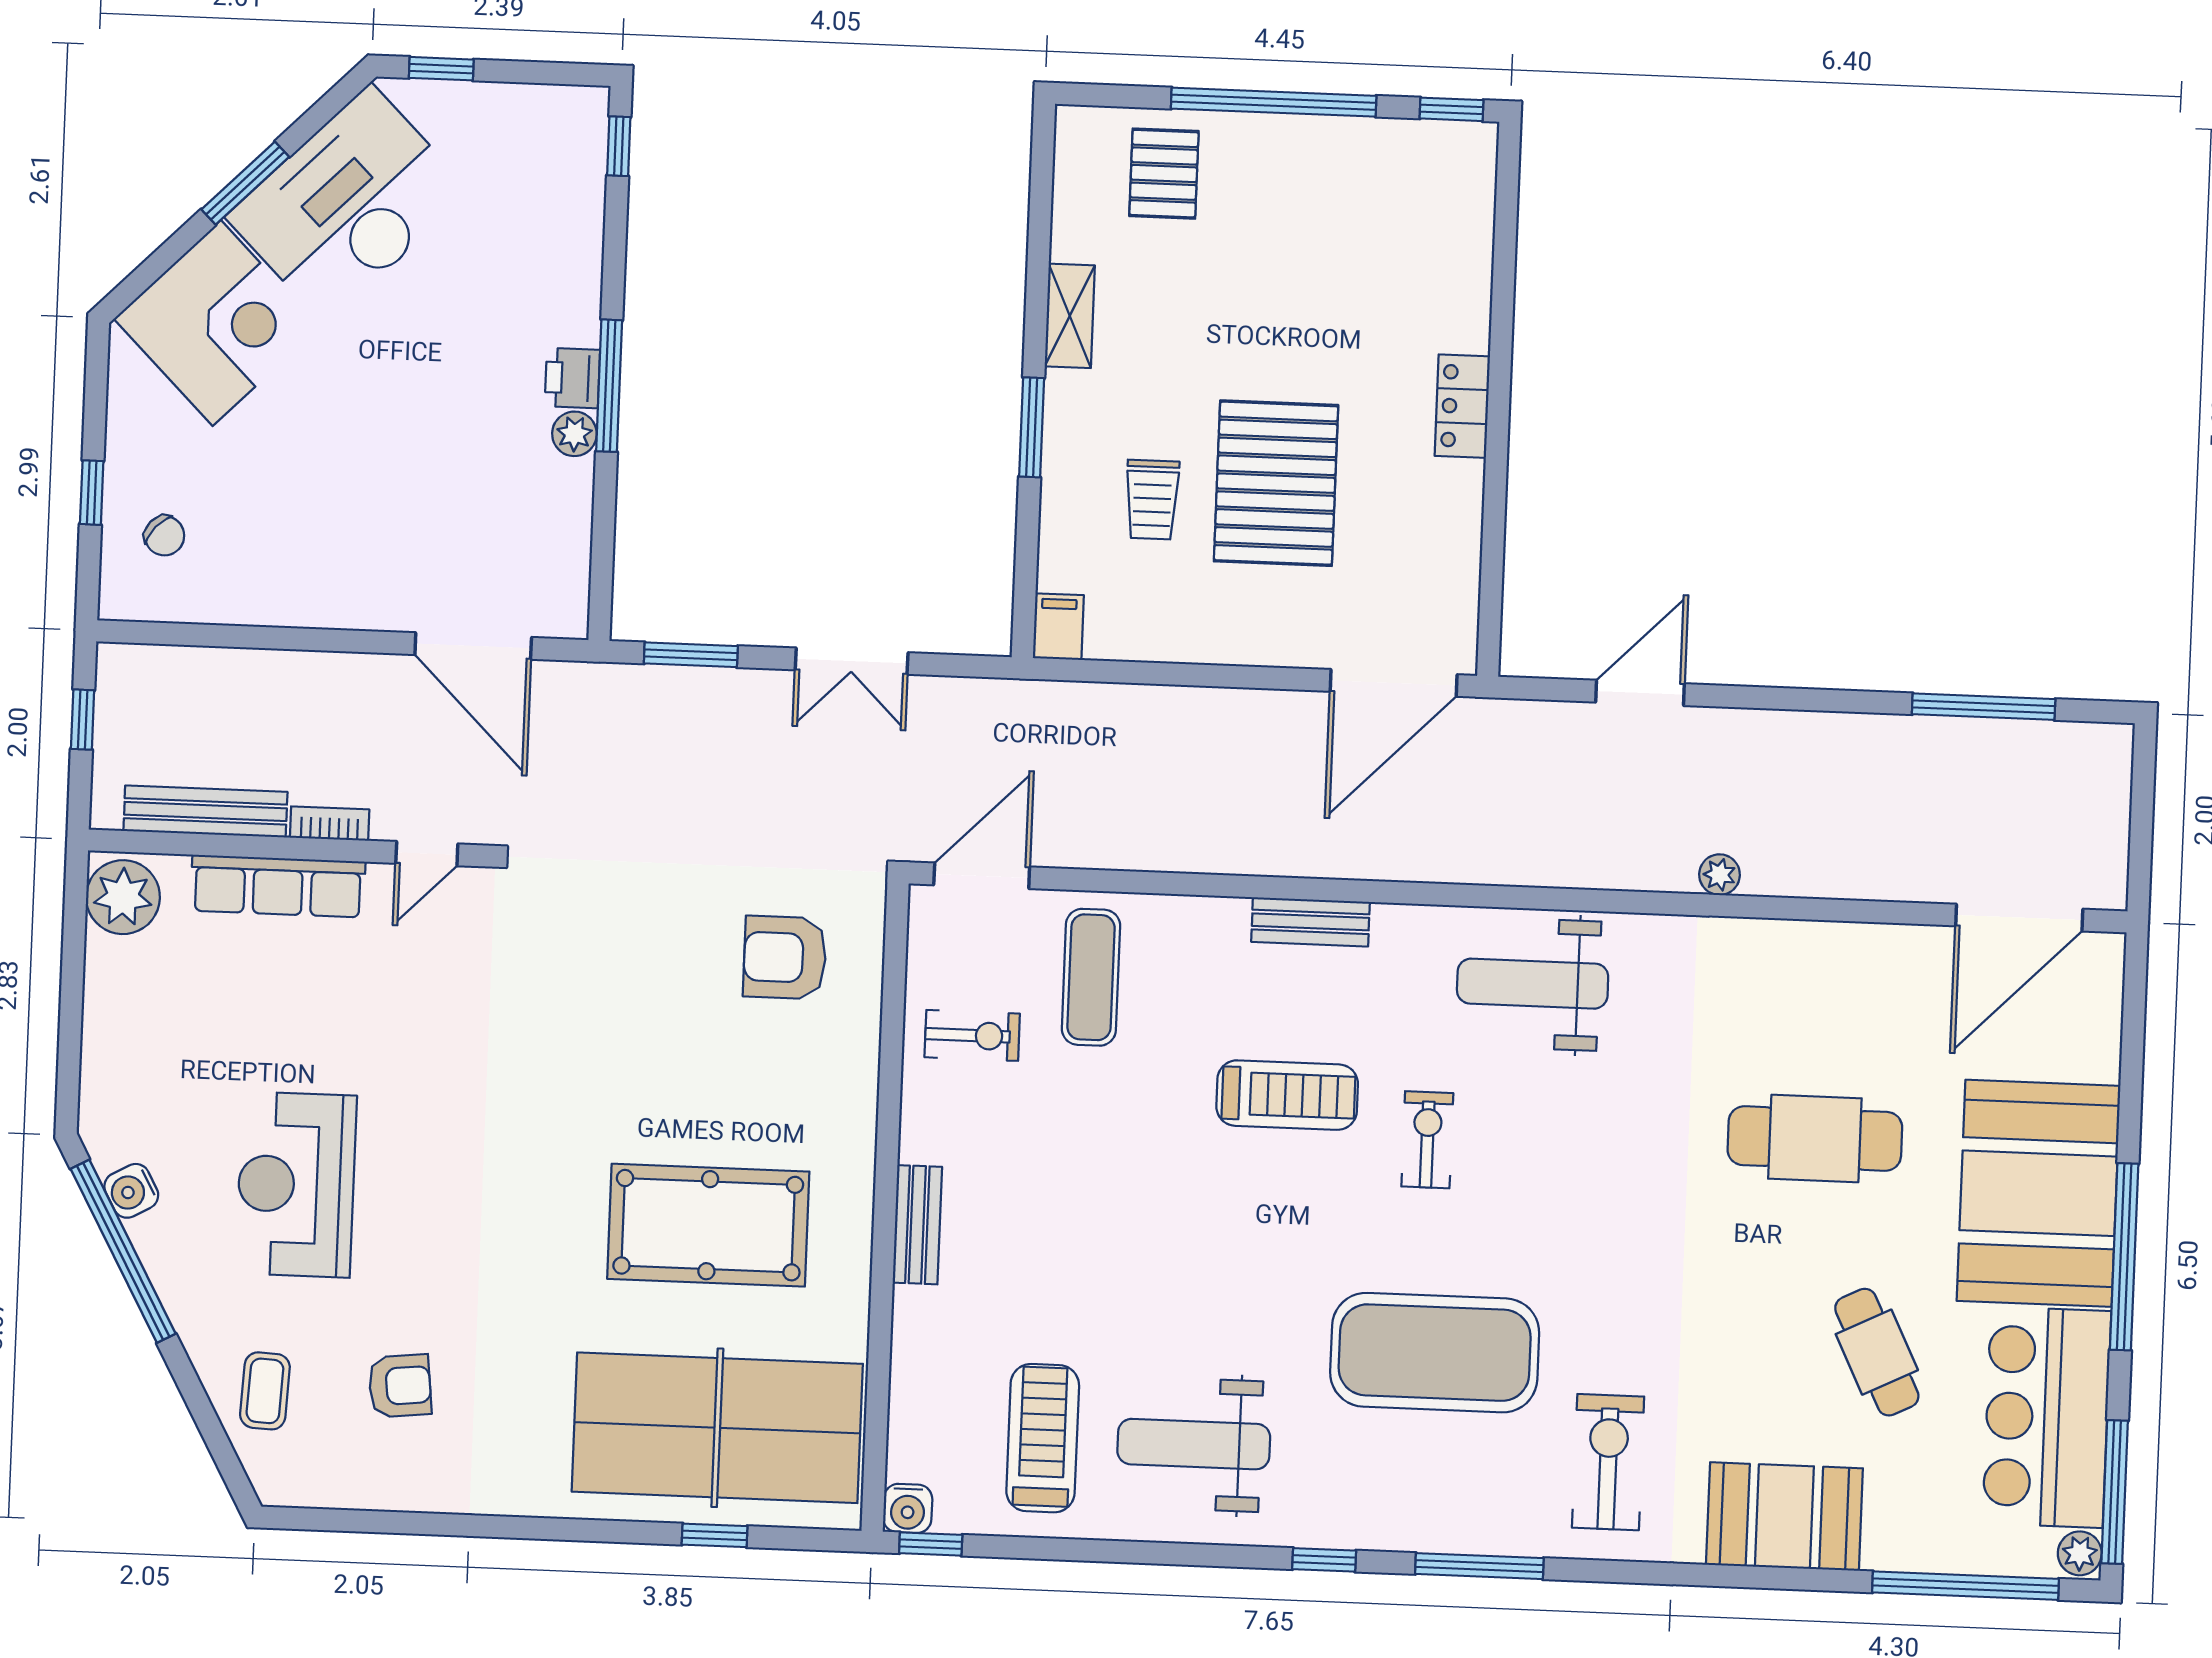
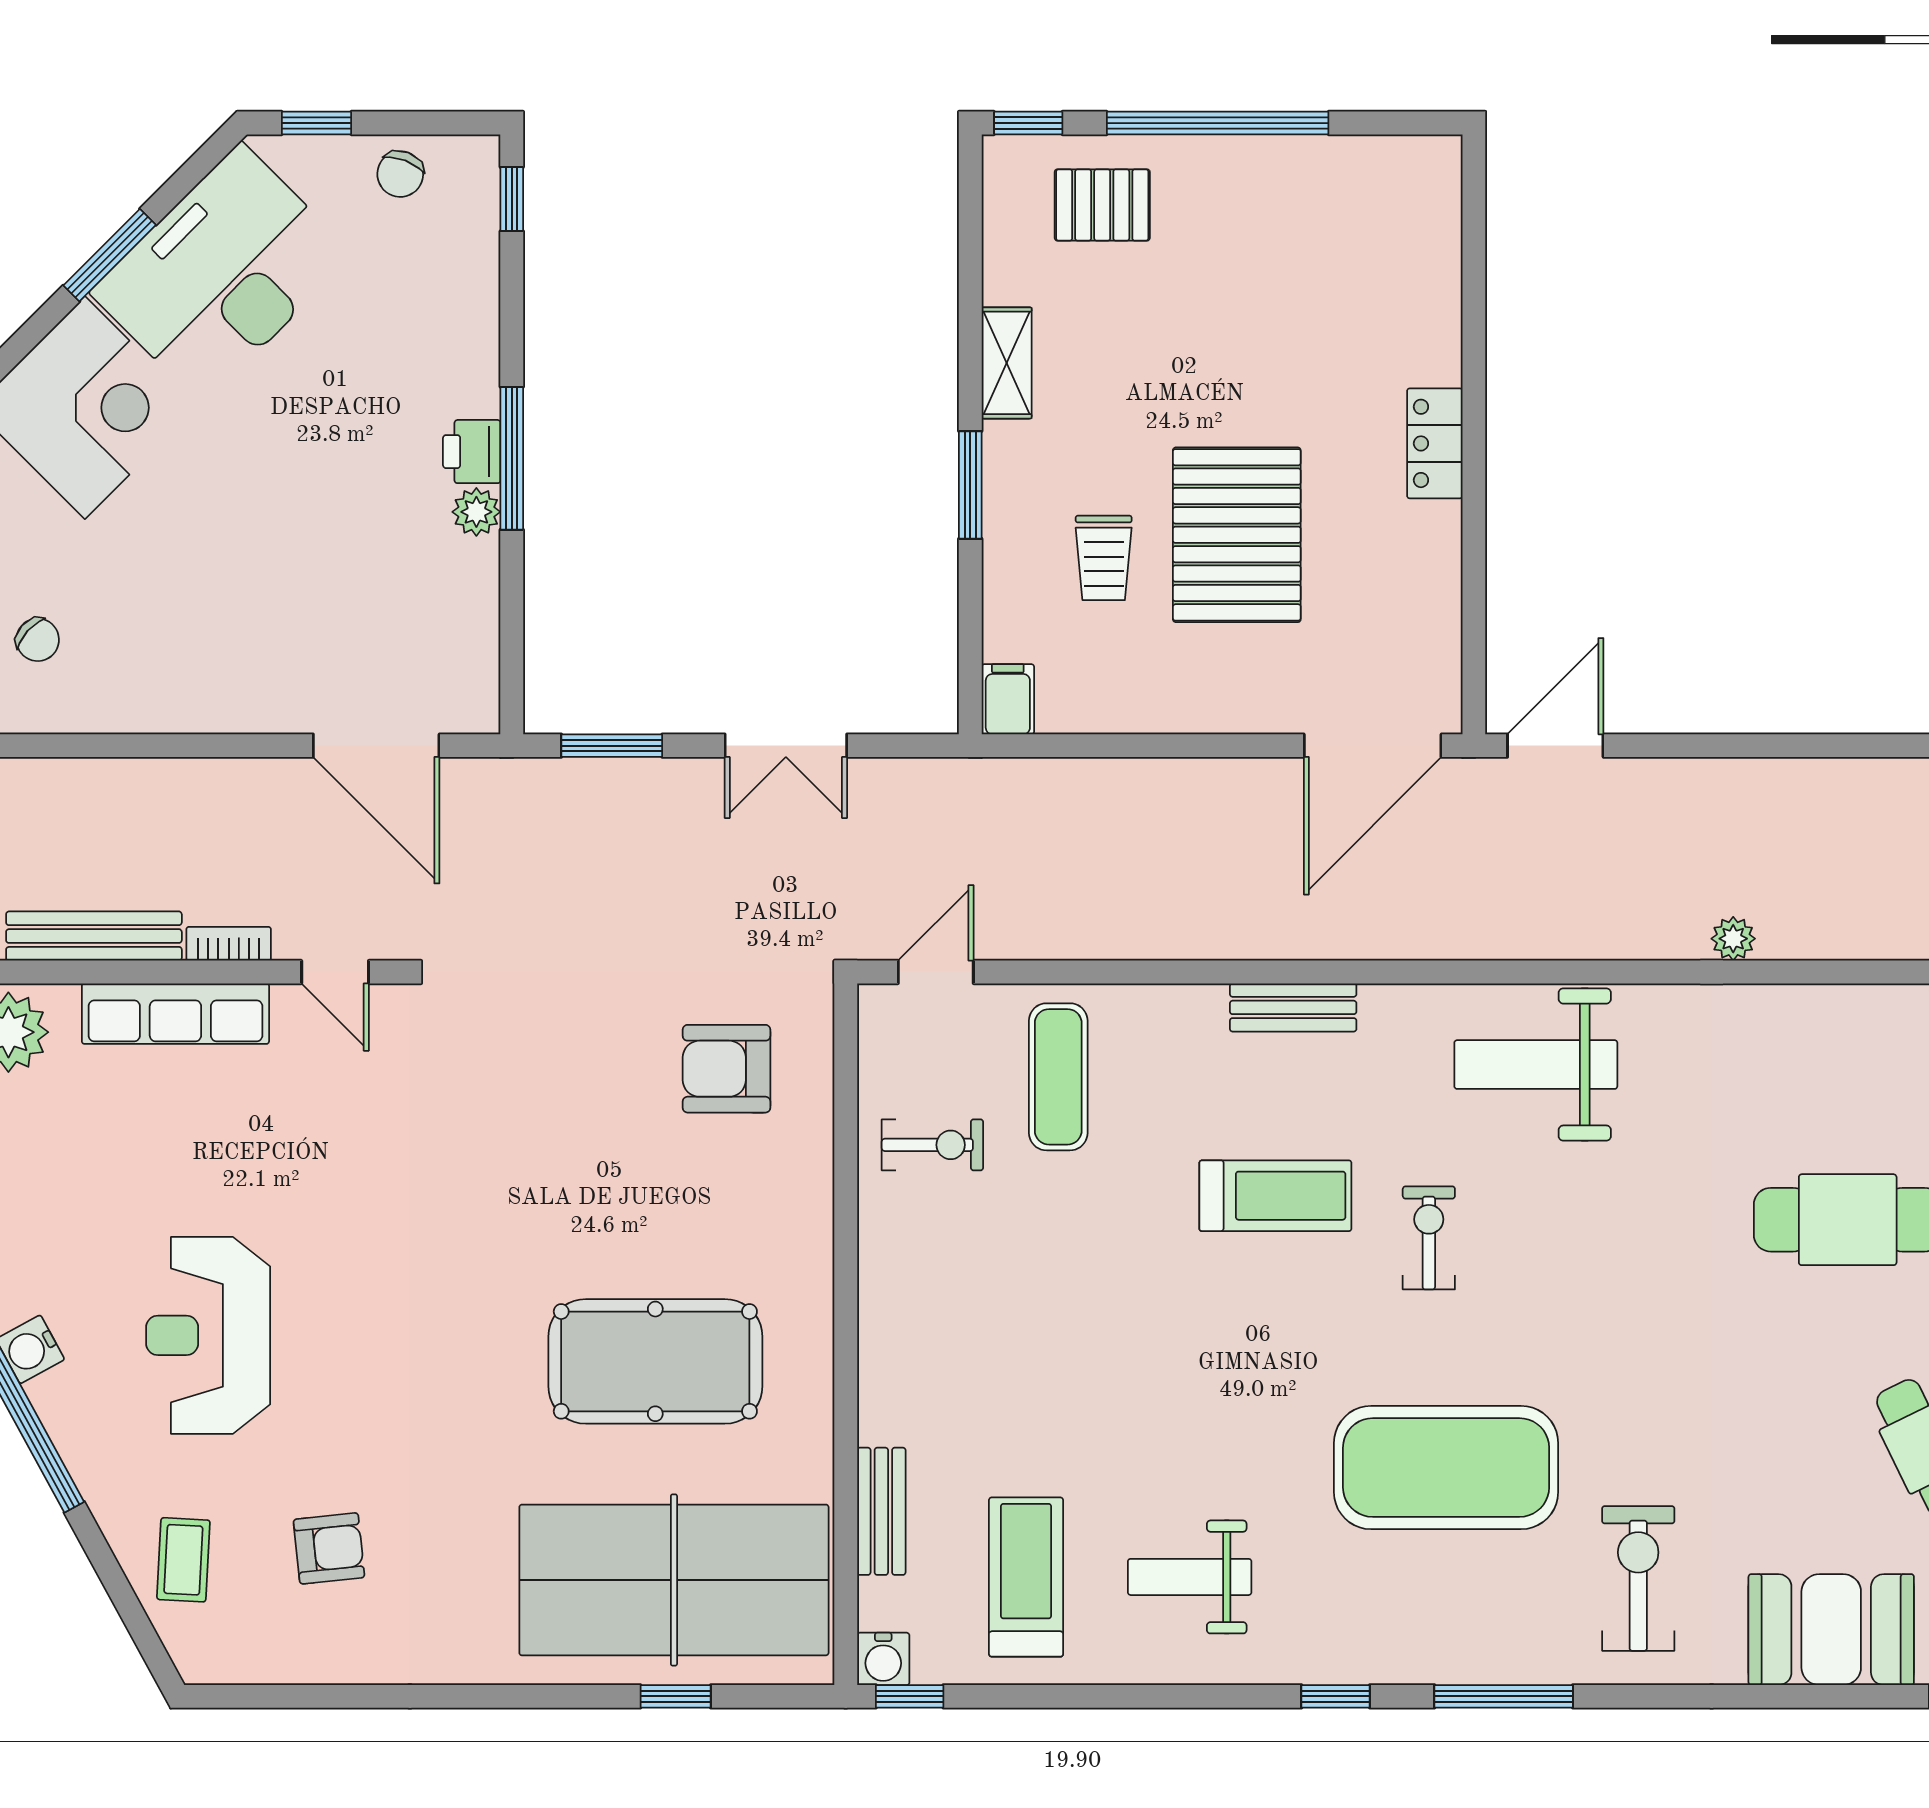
window: (1451, 109) -> (1028, 123), moved
chair: (517, 119) -> (400, 174), added
pallet: (1164, 174) -> (1102, 205), turned 90
door: (1640, 693) -> (1555, 746), moved
door: (427, 854) -> (335, 972), hinge flipped
door: (982, 876) -> (936, 972), width x0.73
bench: (917, 1225) -> (881, 1511), moved
weight bench: (1194, 1444) -> (1190, 1577), width x0.73, depth x0.75

